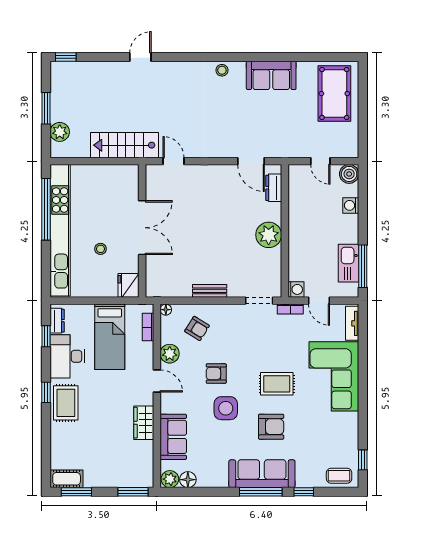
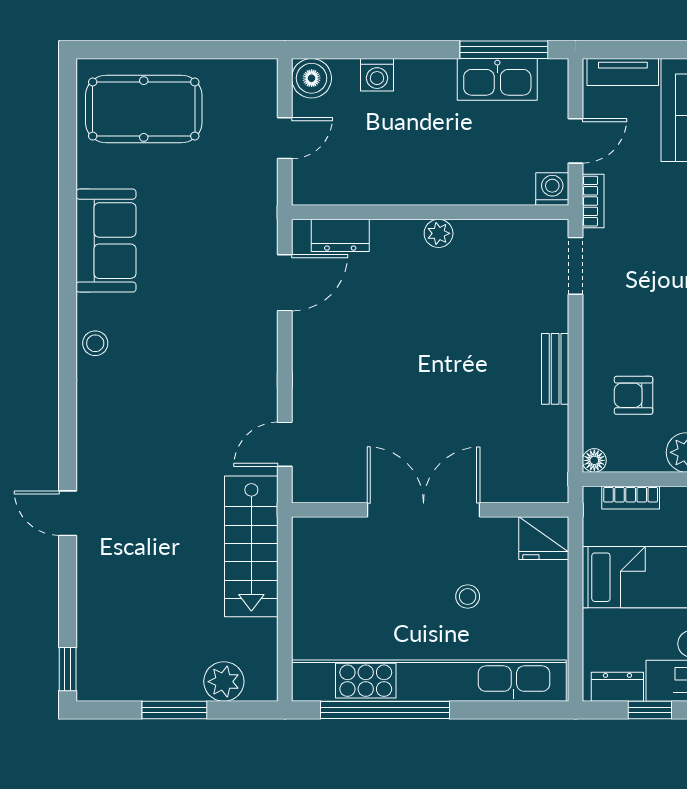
plant: (269, 235) -> (439, 233), width x0.53, depth x0.53
armchair: (197, 328) -> (634, 395), turned -122

